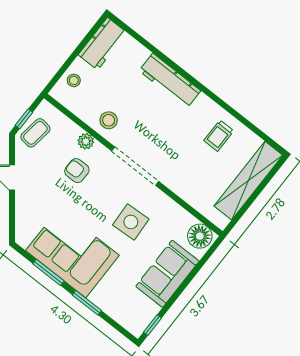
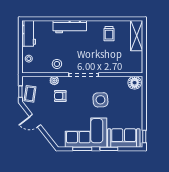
shelving: (248, 181) -> (137, 36), width x0.68
sofa: (167, 274) -> (124, 138), moved, turned 90

